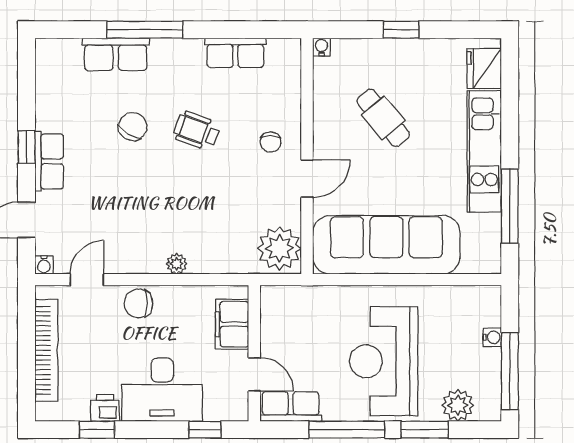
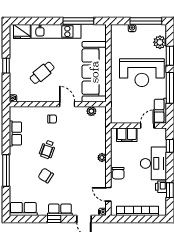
row of seats: (116, 54) -> (23, 209), moved, turned -90
plant: (279, 248) -> (91, 111), width x0.53, depth x0.53

